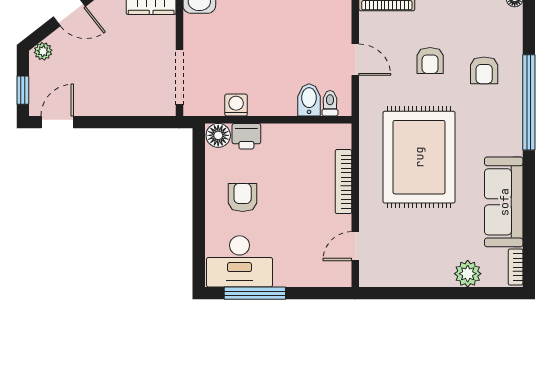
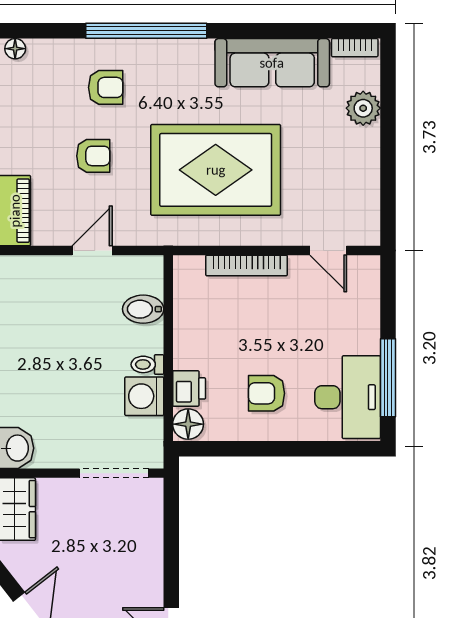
toilet: (330, 103) -> (147, 364), moved
washing machine: (236, 105) -> (144, 396), width x1.38, depth x1.38

